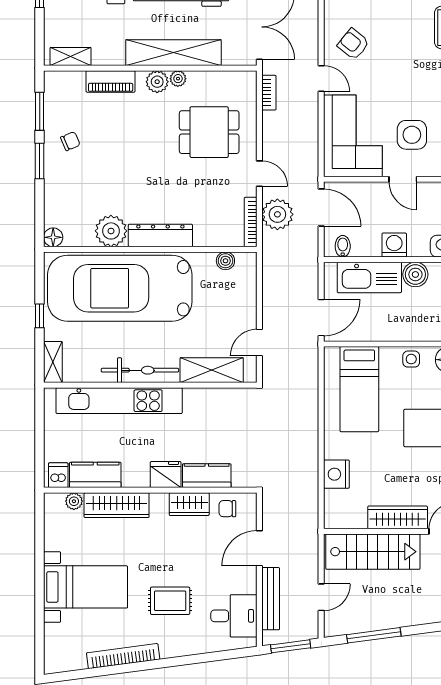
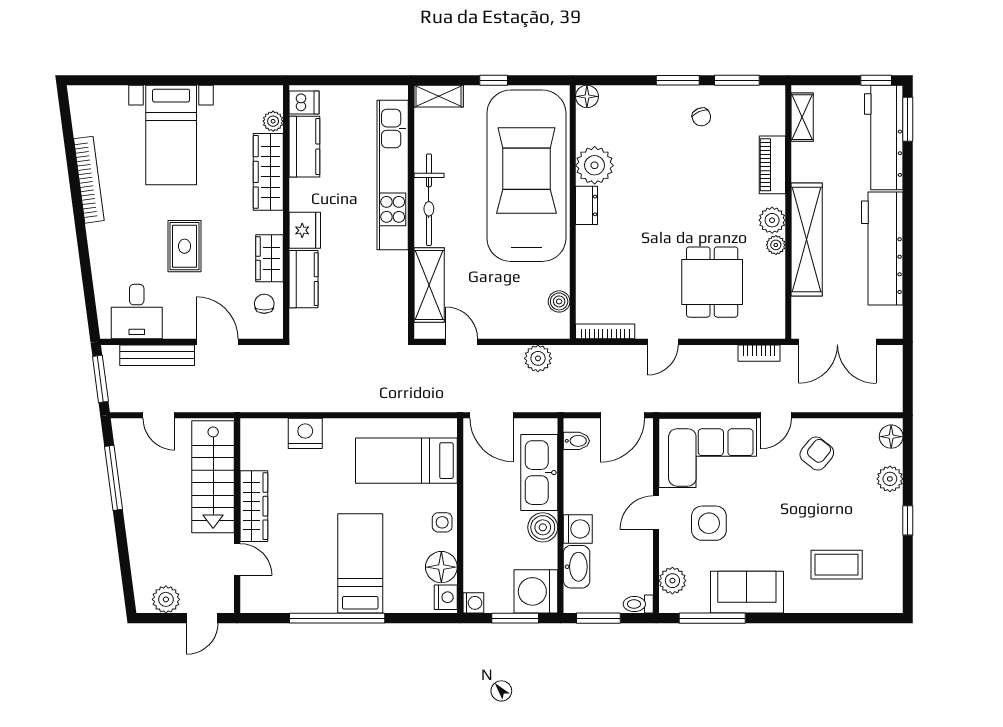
plant: (277, 214) -> (538, 358), moved, width x0.73, depth x0.73
dresser: (160, 235) -> (587, 205), width x0.51, depth x0.80
washing machine: (394, 245) -> (578, 529), moved
rug: (170, 601) -> (185, 246), moved

